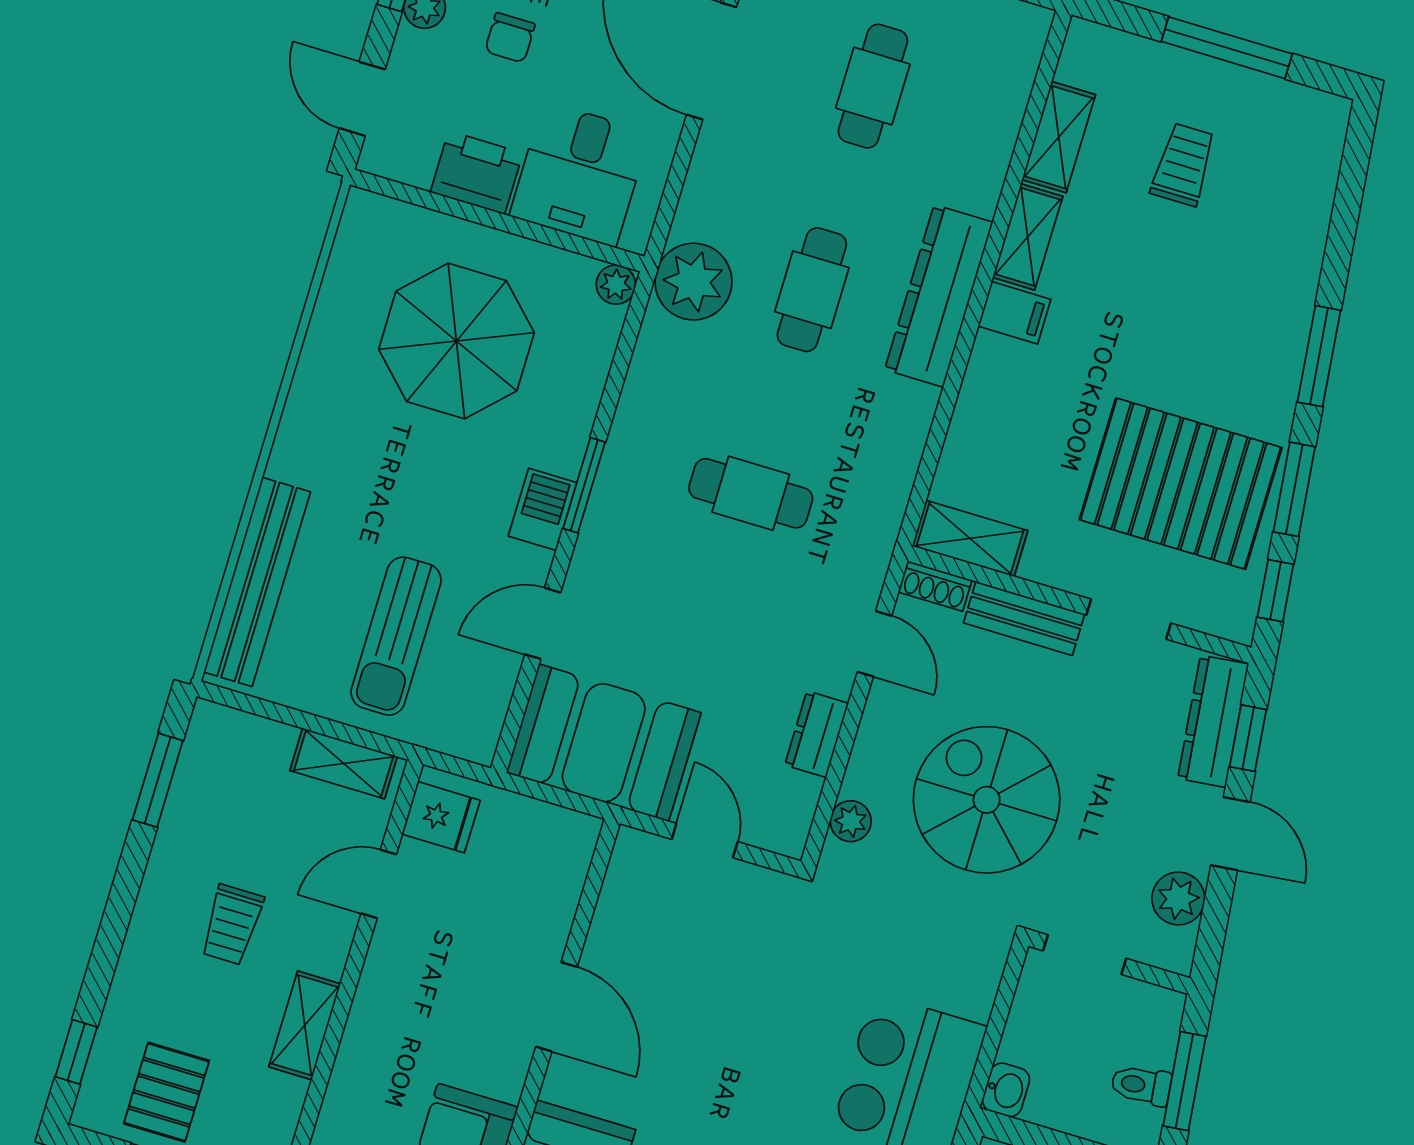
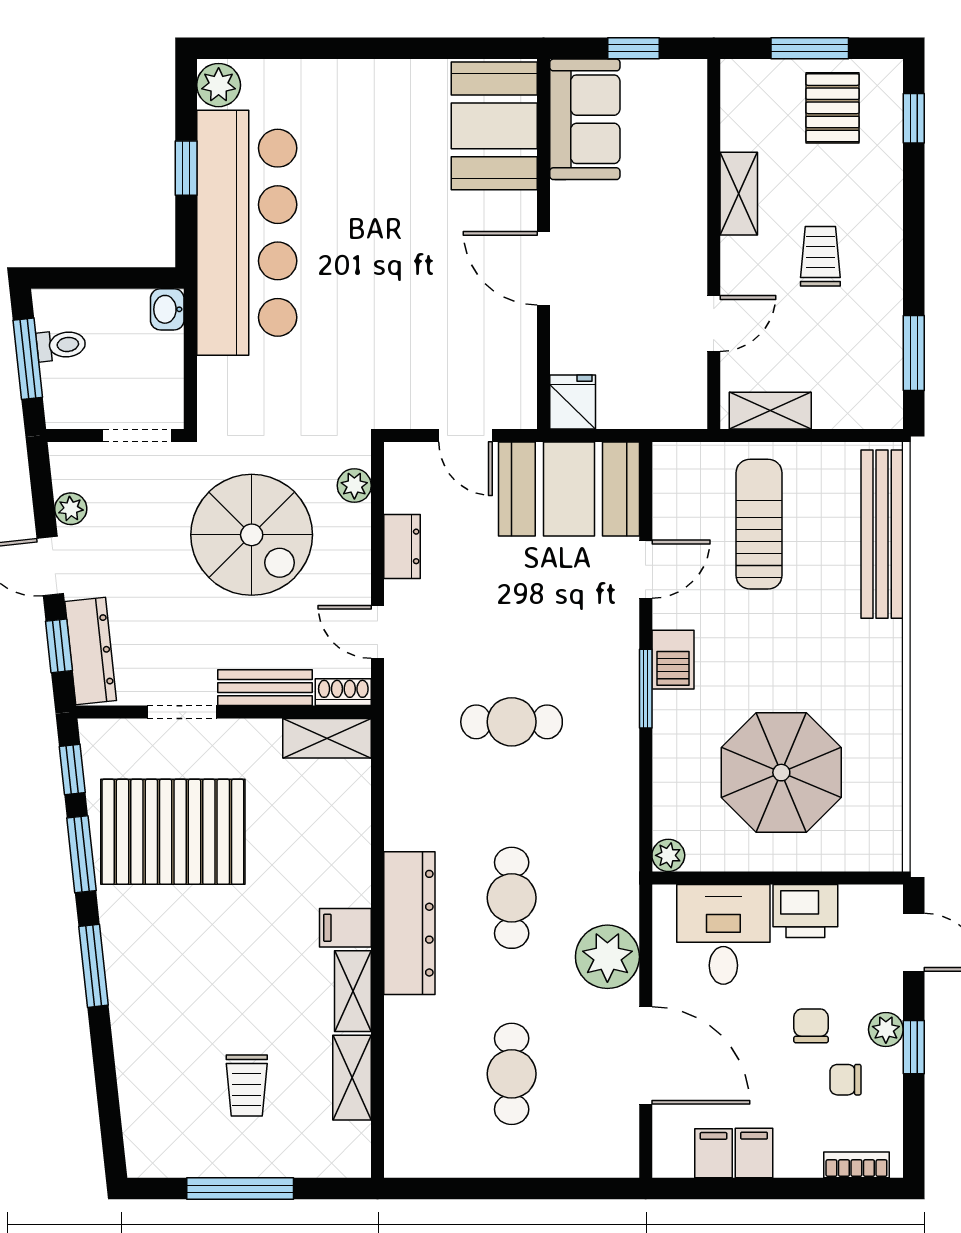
plant: (693, 282) -> (607, 957), moved
fridge: (441, 817) -> (573, 402), moved, turned 90
plant: (1178, 899) -> (71, 509), width x0.73, depth x0.73

